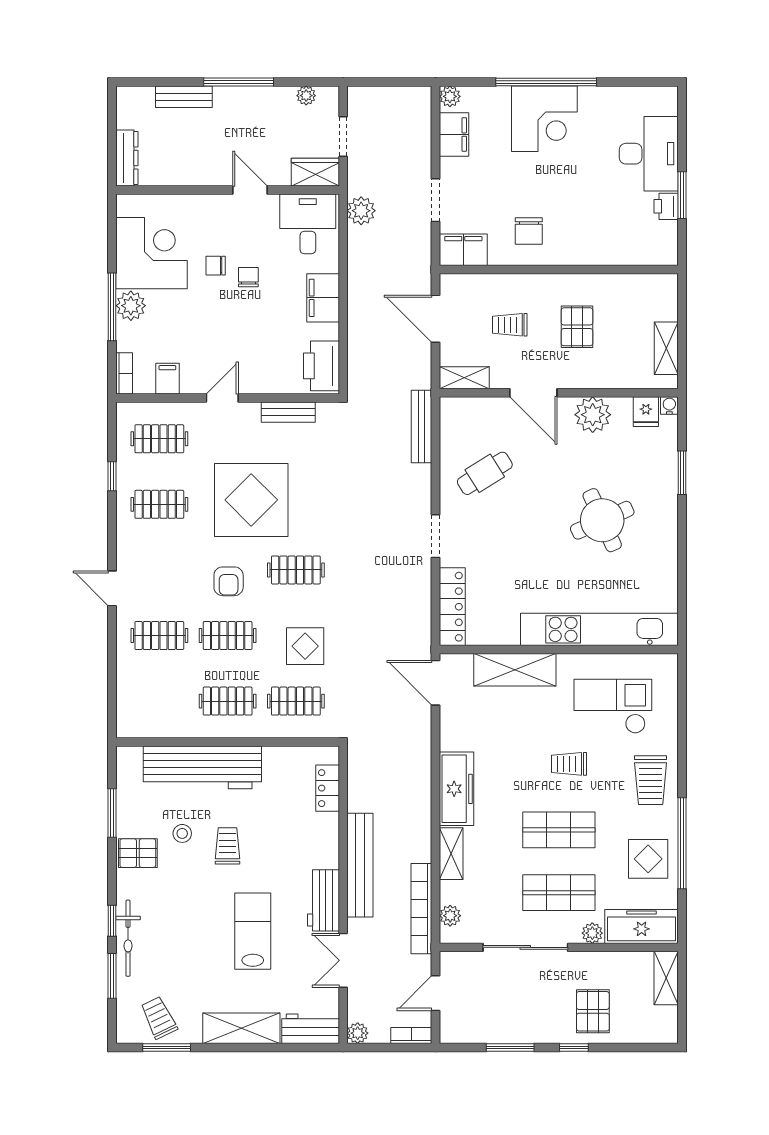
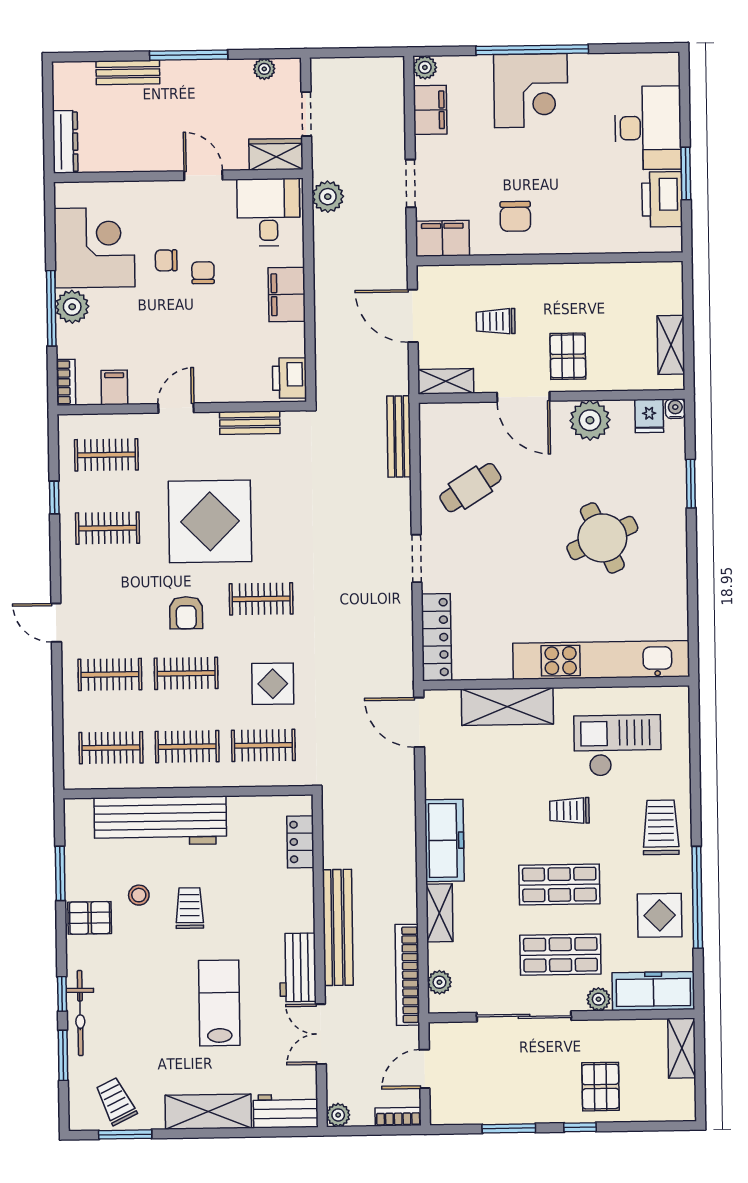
printer: (666, 206) -> (662, 199), width x1.87, depth x1.48
pallet: (577, 327) -> (568, 356), moved
printer: (321, 366) -> (289, 378), width x0.73, depth x0.84
clothes rail: (159, 701) -> (111, 748), added
trolley: (651, 780) -> (661, 827), turned 180

